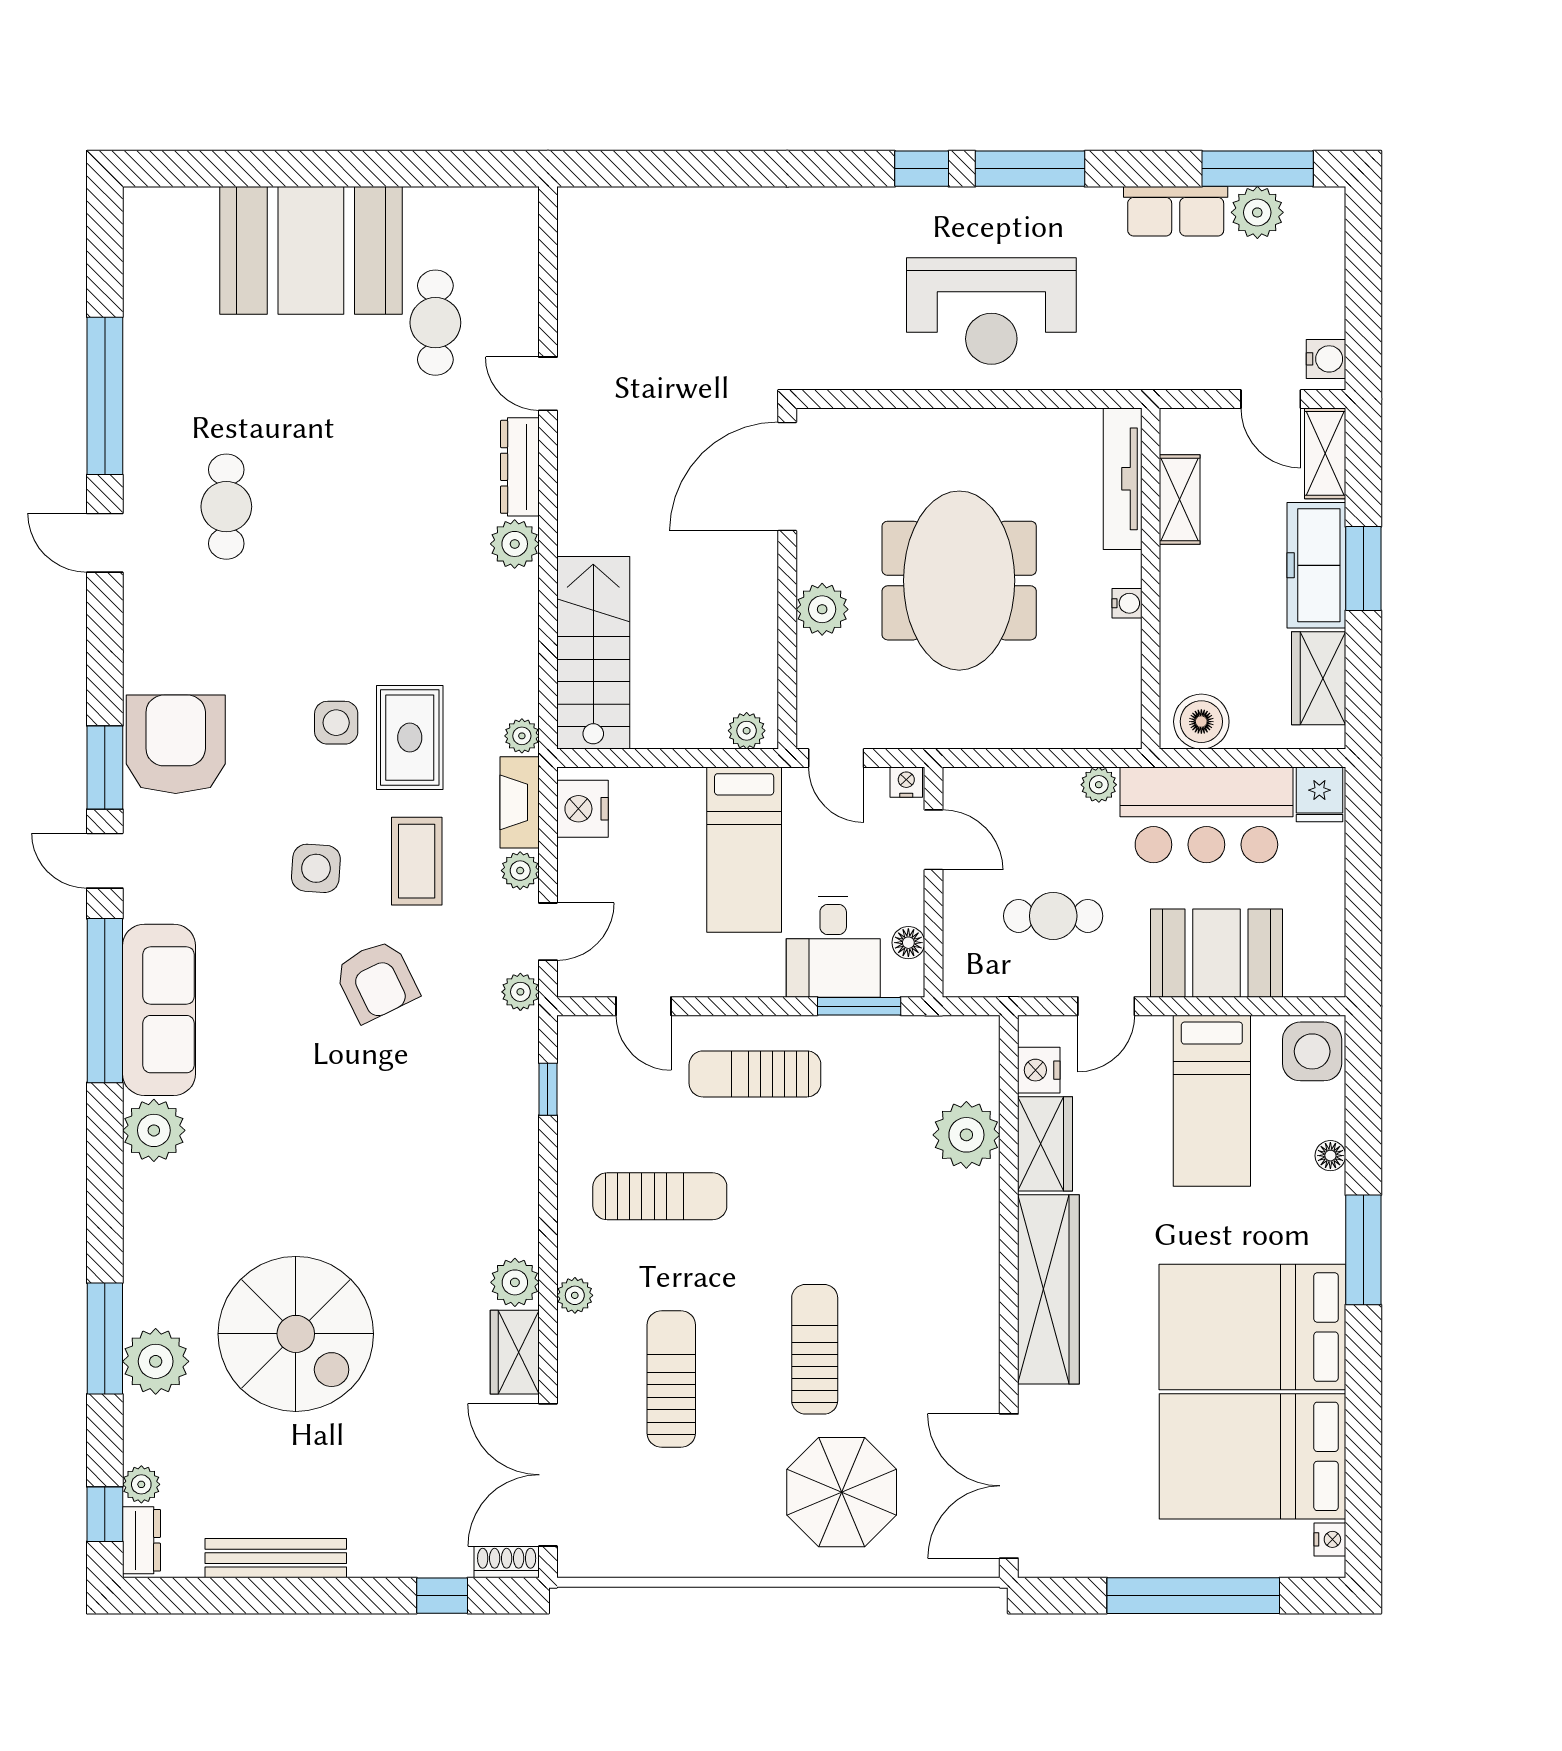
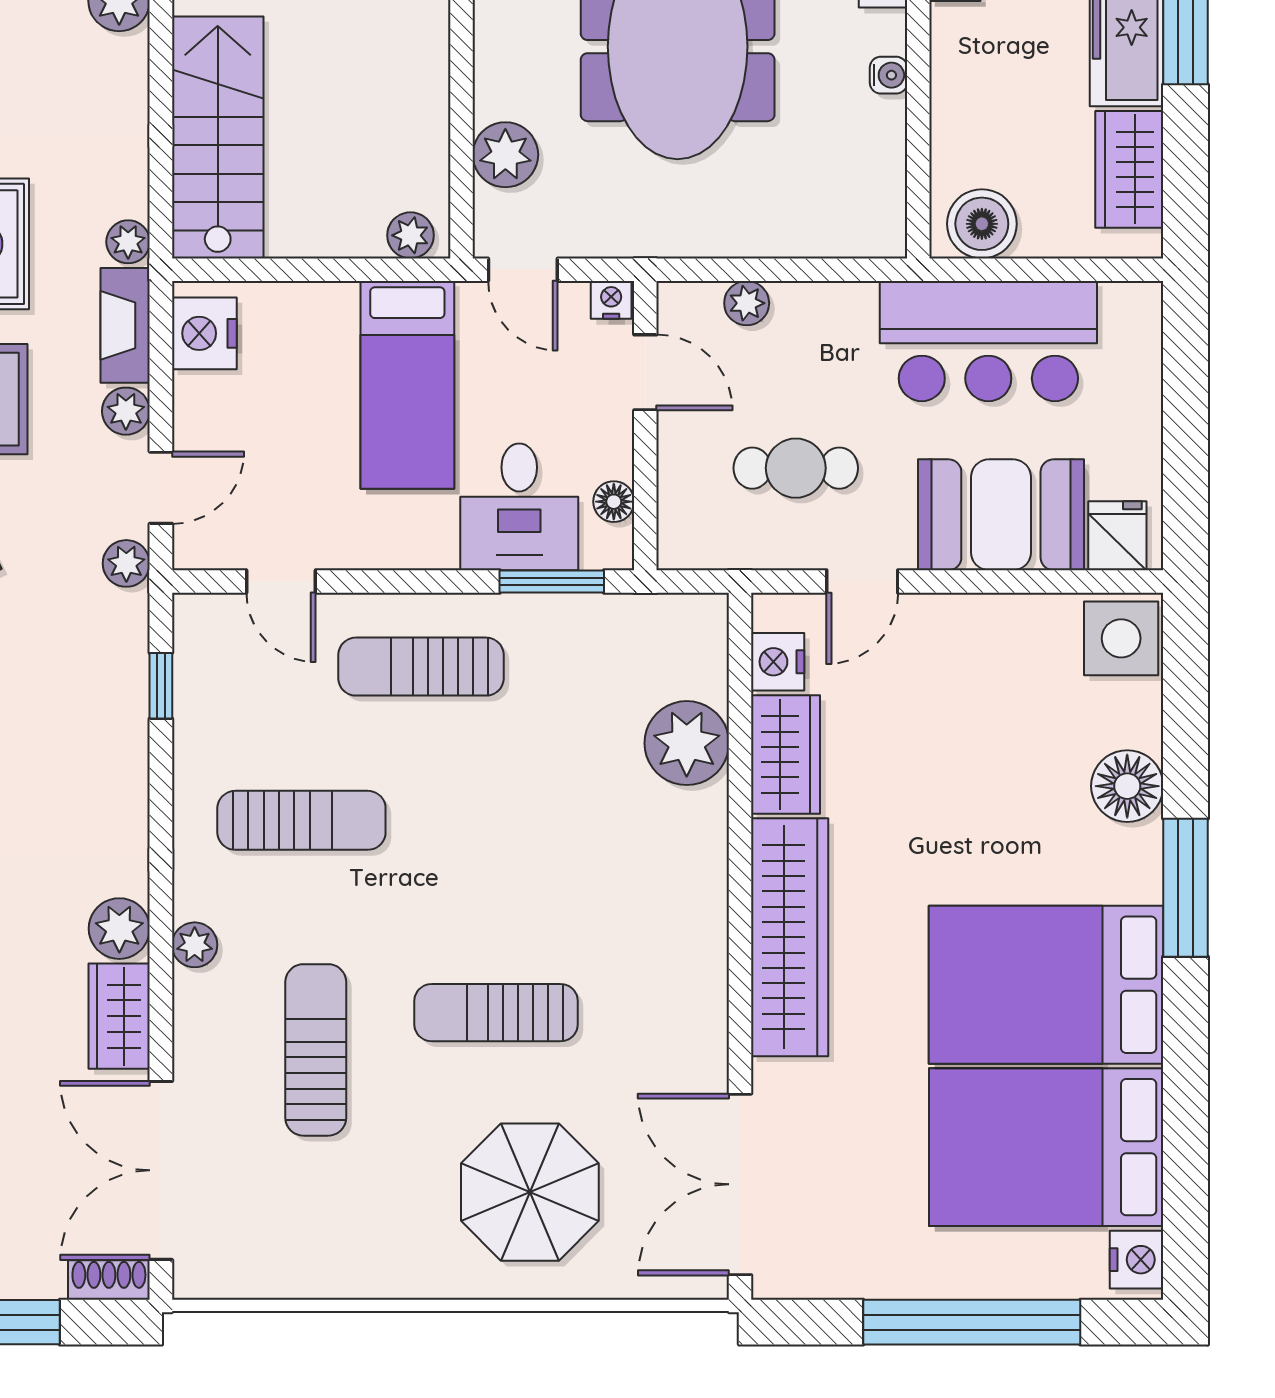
plant: (822, 609) -> (505, 155), moved
plant: (1099, 785) -> (747, 303), moved
fridge: (1319, 794) -> (1117, 536), moved, turned 180
bed: (1212, 1101) -> (995, 700), removed
floor lamp: (1330, 1156) -> (1127, 786), width x1.89, depth x1.89
sun lounger: (815, 1349) -> (496, 1013), turned -90
nightstand: (1330, 1539) -> (1137, 1260), width x1.39, depth x1.35

